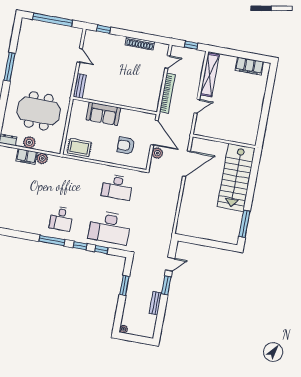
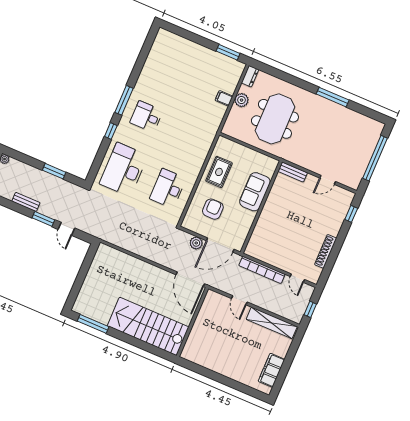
rug: (79, 148) -> (219, 172), moved
filing cabinet: (26, 156) -> (224, 98), width x0.50
plant: (42, 158) -> (220, 111), removed
door: (186, 164) -> (190, 279), moved
window: (101, 250) -> (101, 154), removed

